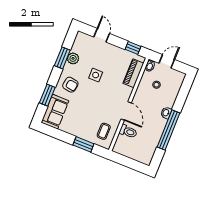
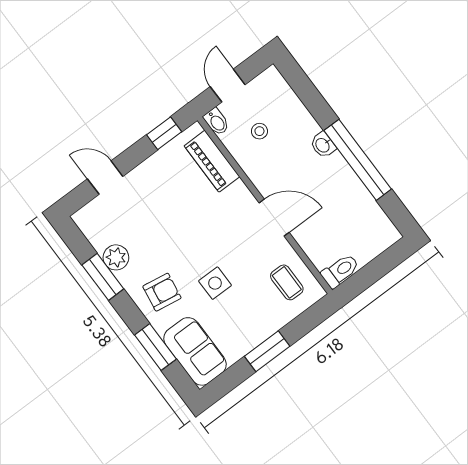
side table: (96, 75) -> (215, 283), moved
toilet: (128, 131) -> (340, 271), moved
window: (83, 144) -> (267, 351), moved

